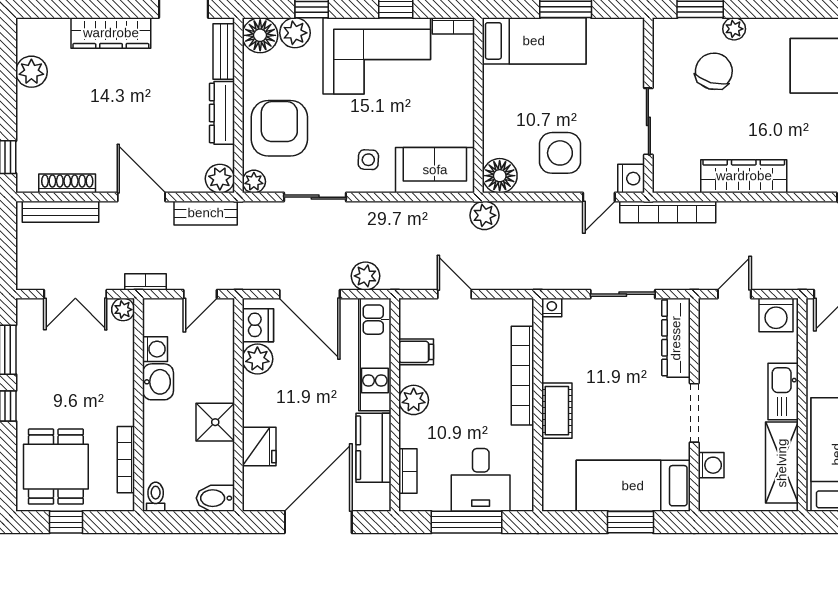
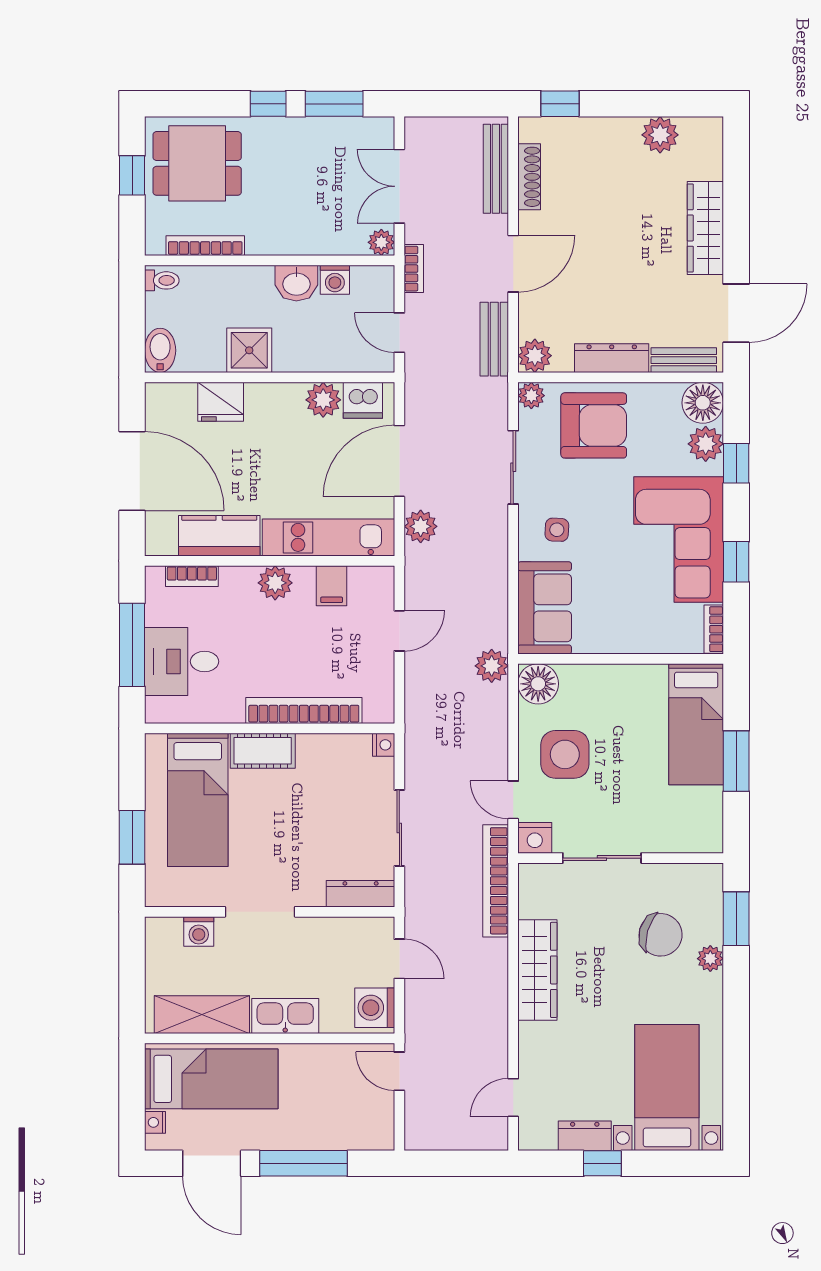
dresser: (676, 338) -> (361, 894), width x0.73, depth x0.80
bed: (633, 486) -> (198, 800), moved, turned 180

